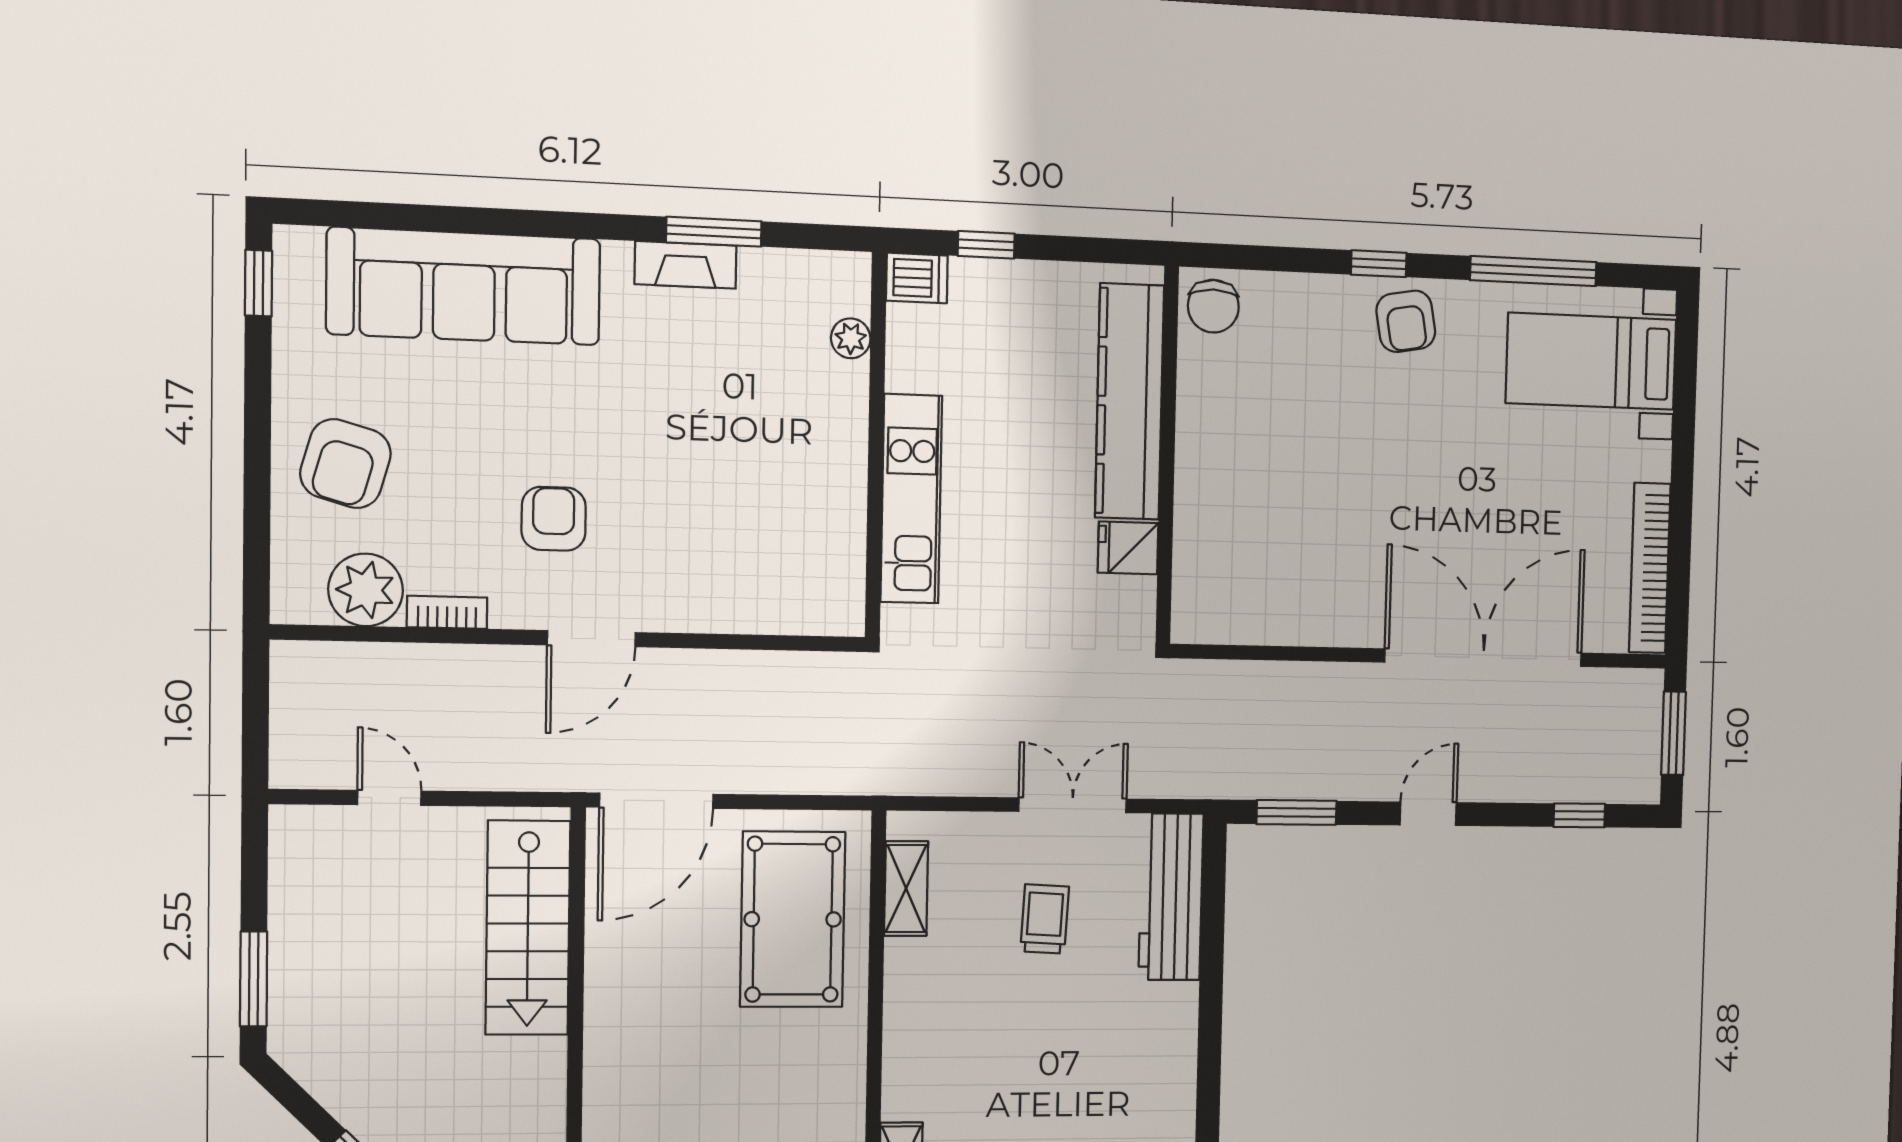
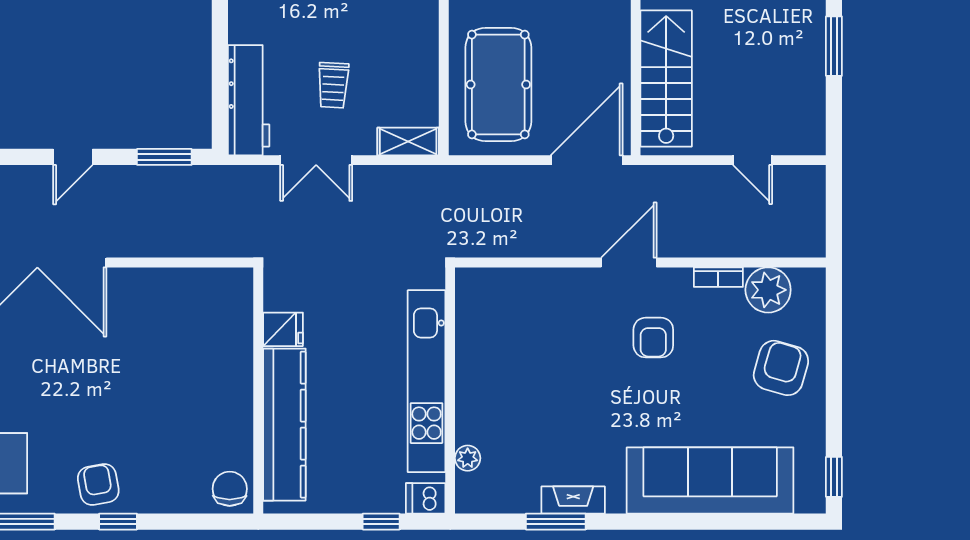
kitchen unit: (911, 499) -> (427, 381), width x1.36
shelving: (906, 889) -> (408, 142), moved, turned 90

